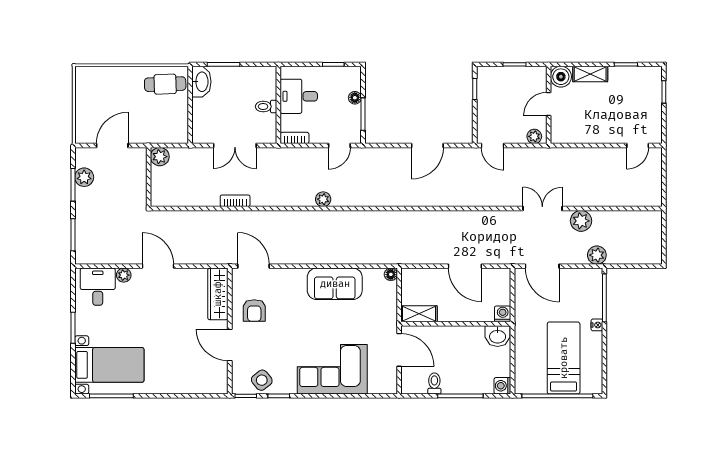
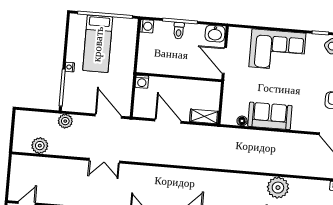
plant: (323, 199) -> (278, 188), width x1.87, depth x1.87
plant: (581, 221) -> (40, 146), moved
floor lamp: (391, 274) -> (242, 121), moved
shelving: (419, 314) -> (204, 116), moved
washbasin: (498, 336) -> (215, 34), moved, turned 180
toilet: (434, 383) -> (179, 31), moved

